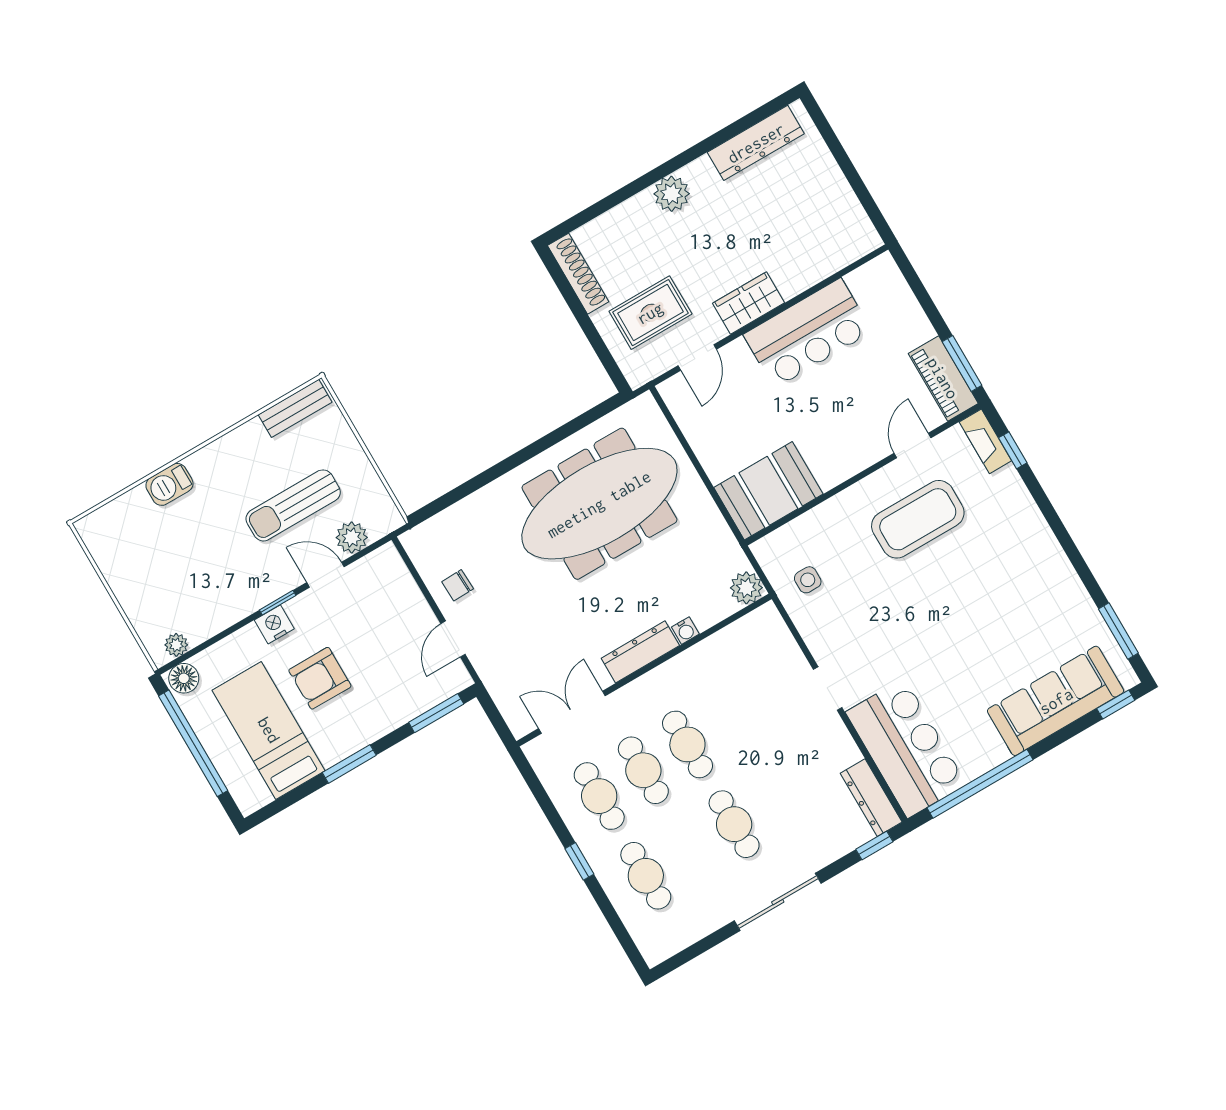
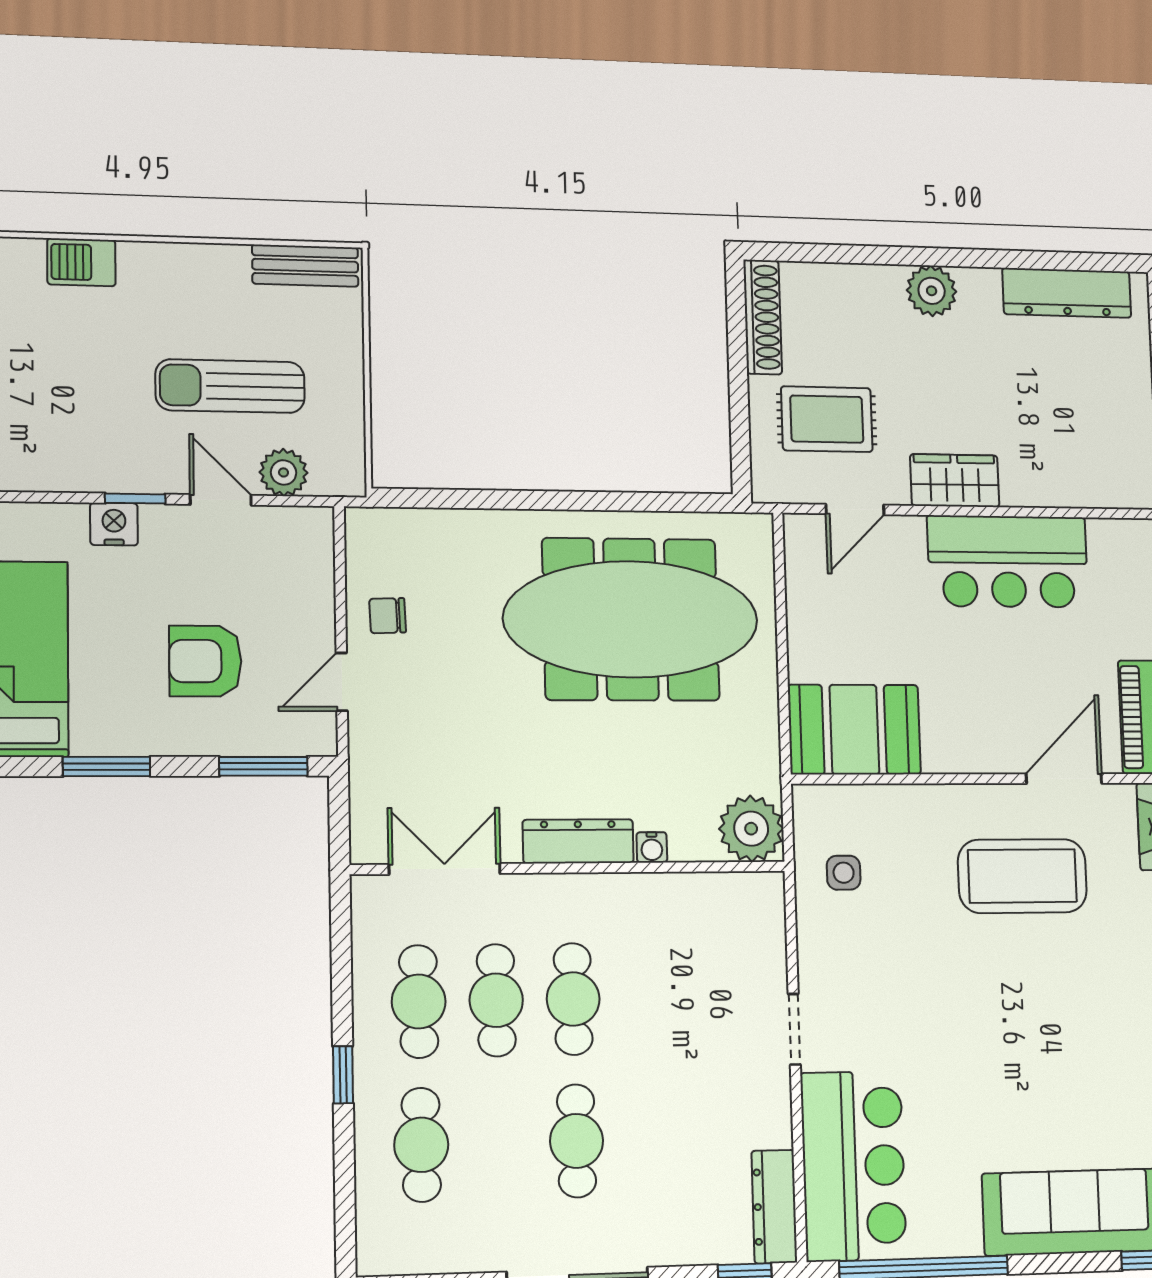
door: (913, 445) -> (1064, 779), width x1.38
plant: (746, 588) -> (751, 829), width x1.36, depth x1.36
armchair: (320, 678) -> (205, 661), moved

